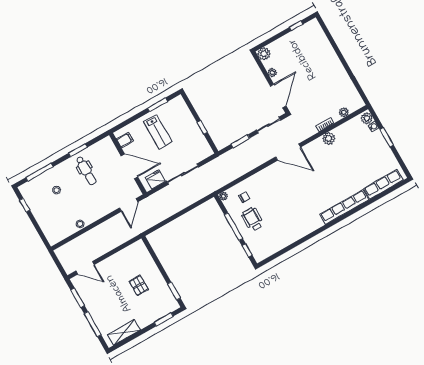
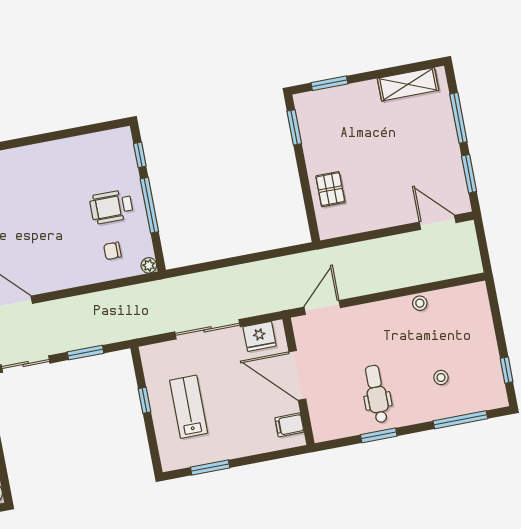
lab bench: (158, 132) -> (189, 407), moved
wheelchair: (252, 219) -> (111, 207), turned 90
pallet: (139, 285) -> (330, 189), moved

